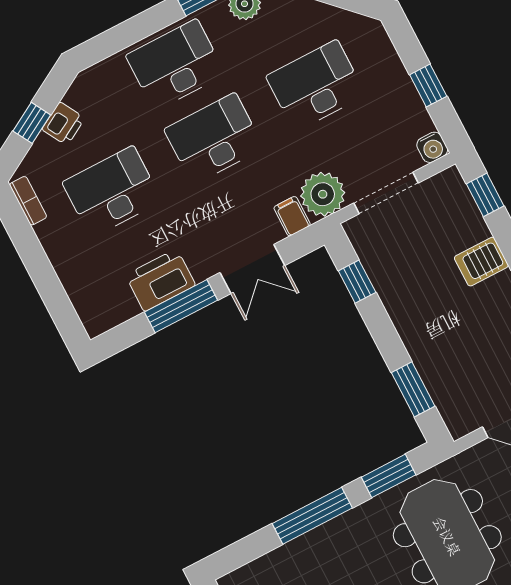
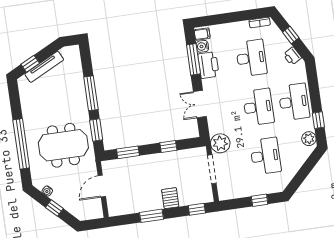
window: (428, 85) -> (260, 200), moved
printer: (63, 124) -> (292, 56), moved
water cooler: (432, 147) -> (202, 46), moved
filing cabinet: (292, 216) -> (202, 34), moved
window: (357, 282) -> (168, 146), moved
window: (181, 306) -> (193, 59), moved

